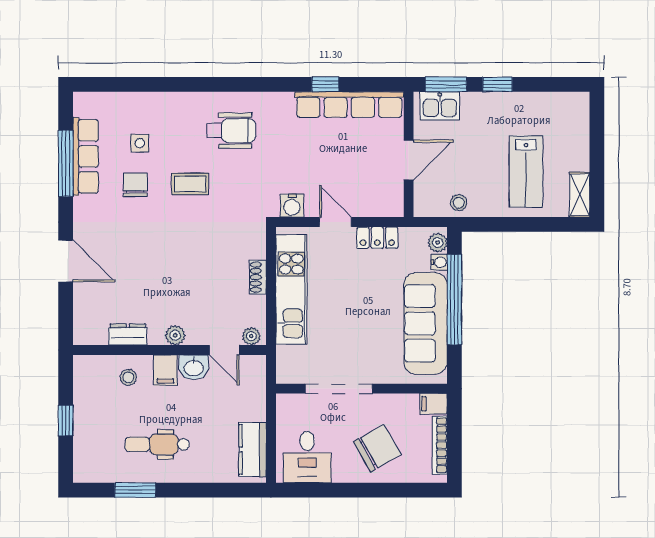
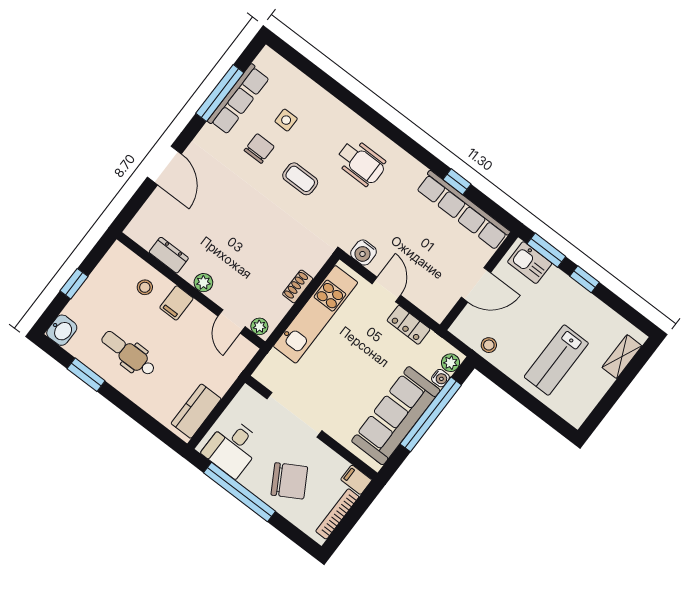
shelving: (580, 195) -> (622, 357), moved
washbasin: (194, 367) -> (62, 330), moved, turned -90
window: (342, 490) -> (240, 492), added

